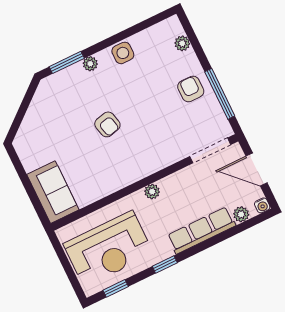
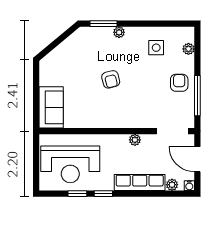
side table: (123, 53) -> (156, 48), moved
plant: (152, 192) -> (135, 140), moved
window: (116, 288) -> (77, 194), moved

